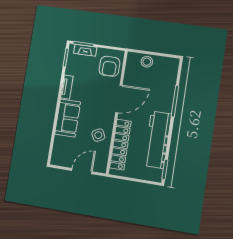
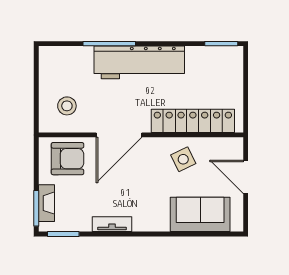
stool: (147, 62) -> (67, 106), moved
door: (119, 99) -> (119, 135), swing flipped
sofa: (68, 118) -> (200, 214), moved
workbench: (158, 140) -> (139, 62), moved

